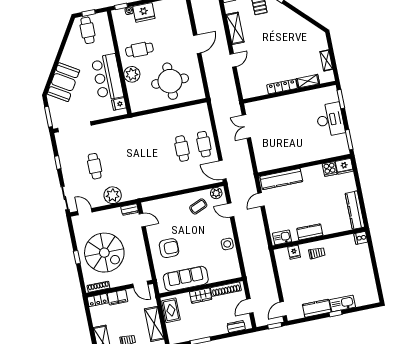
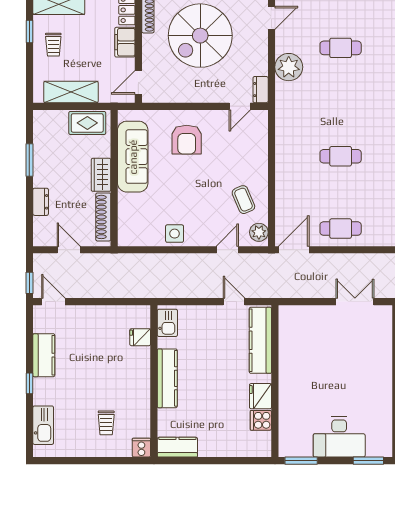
cafe table: (182, 149) -> (341, 156), moved
fridge: (344, 166) -> (260, 396), moved
kitchen counter: (355, 210) -> (177, 447), width x0.67
kitchen counter: (310, 232) -> (167, 378), width x1.50
trolley: (317, 253) -> (106, 423), moved
kitchen sink: (343, 303) -> (43, 425), moved
dresser: (236, 326) -> (41, 202), moved

